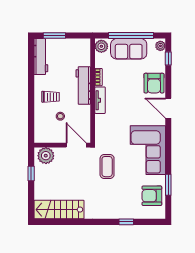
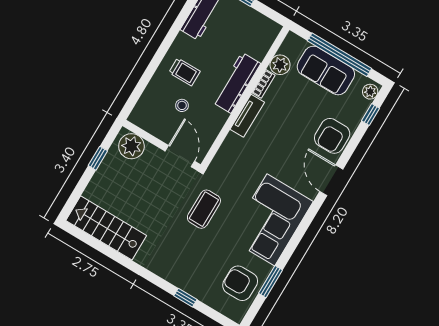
plant: (101, 46) -> (280, 65), moved

